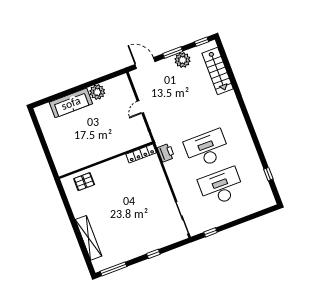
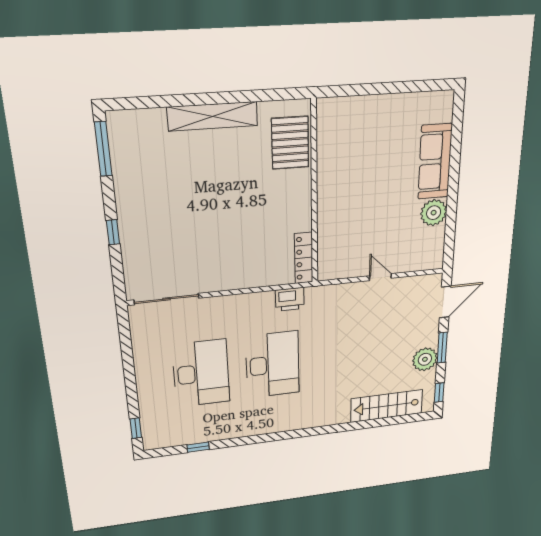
pallet: (84, 182) -> (290, 143), width x1.50, depth x1.42
window: (210, 232) -> (136, 428), moved
shelving: (89, 238) -> (213, 116), moved

